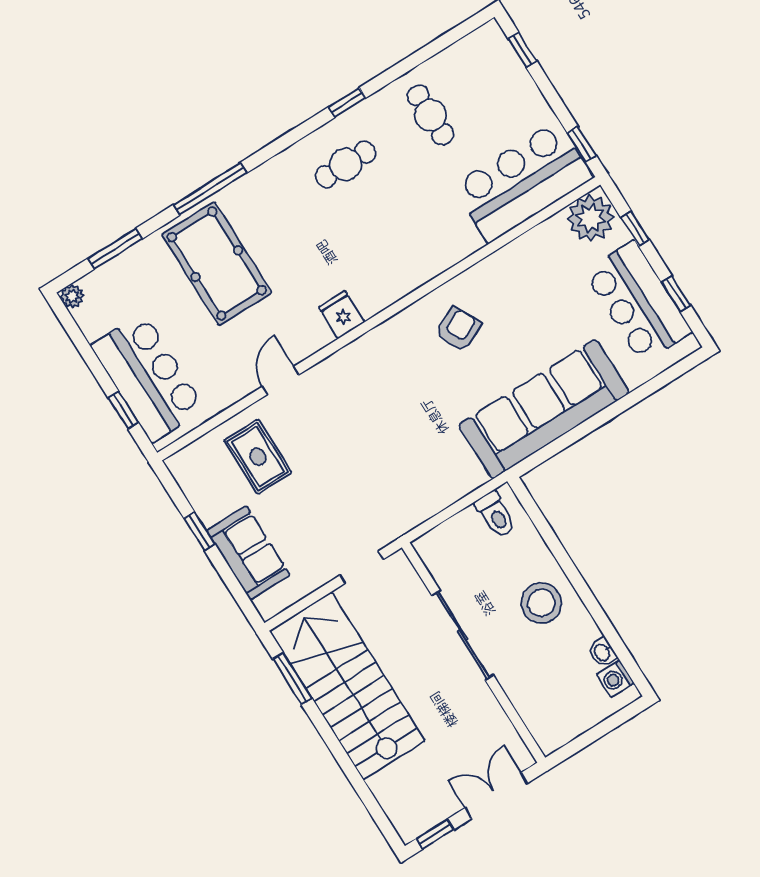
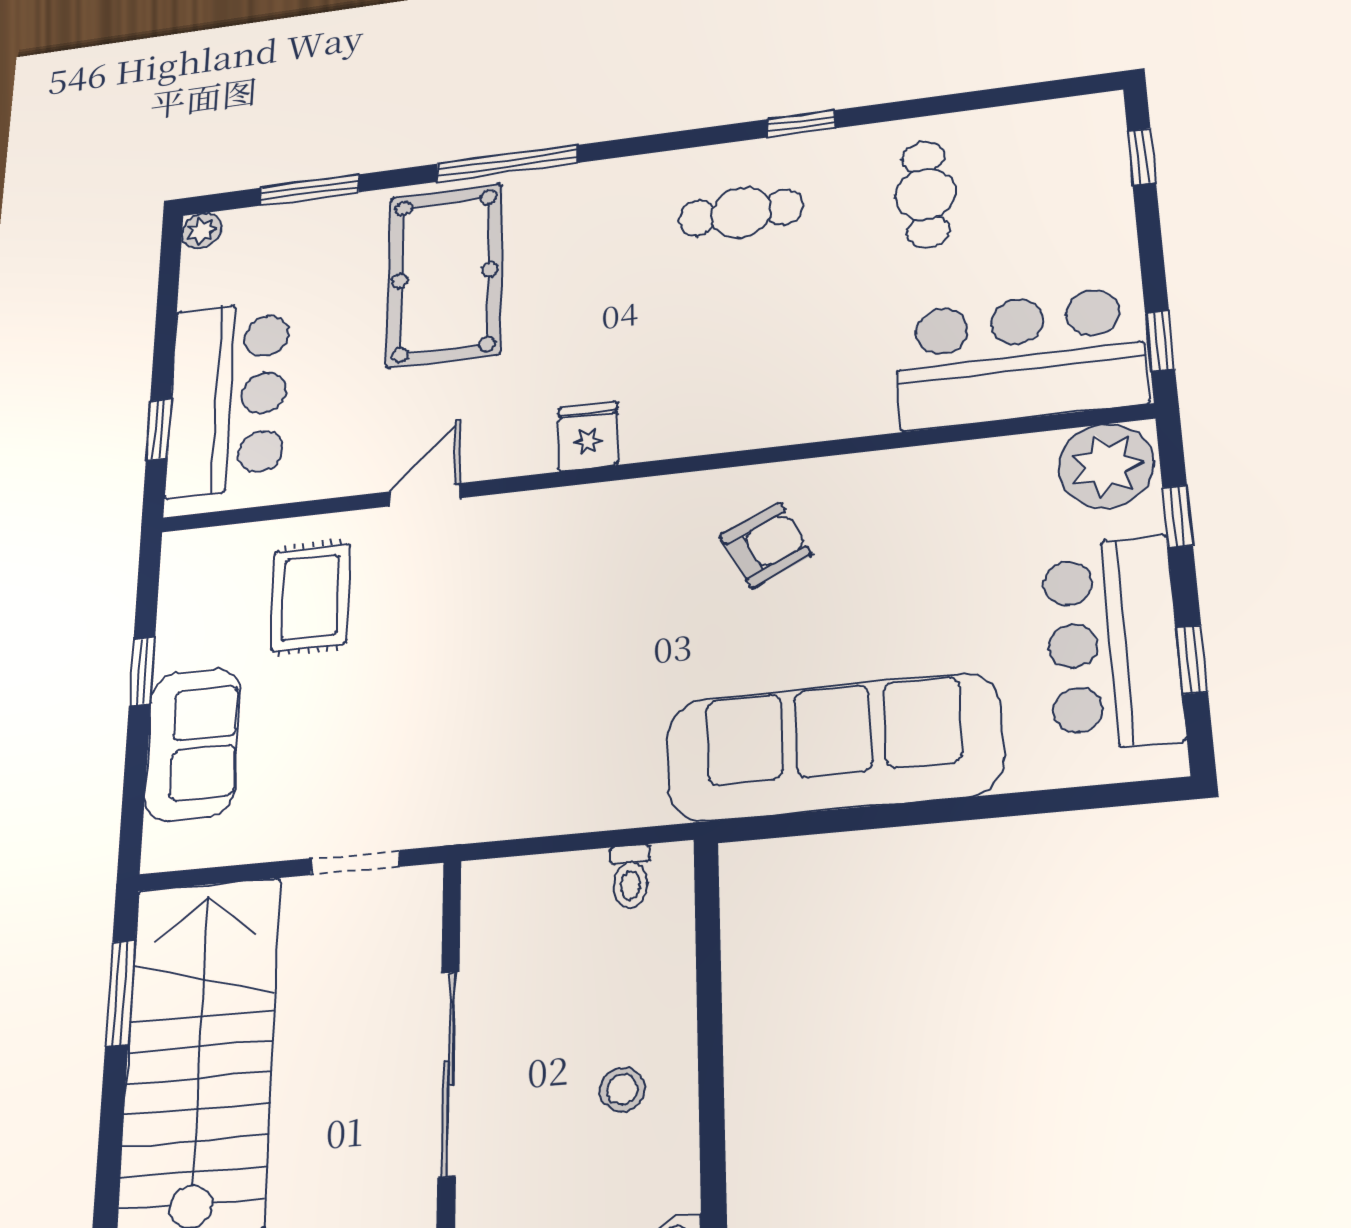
toilet: (495, 514) -> (630, 877), width x0.73, depth x0.72
stool: (541, 603) -> (622, 1090), width x0.53, depth x0.53

